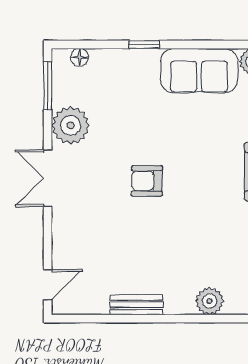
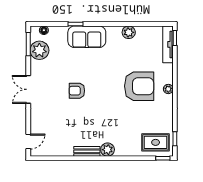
sofa: (199, 71) -> (87, 37), moved
plant: (70, 125) -> (39, 50), moved
bench: (136, 305) -> (87, 151), moved

